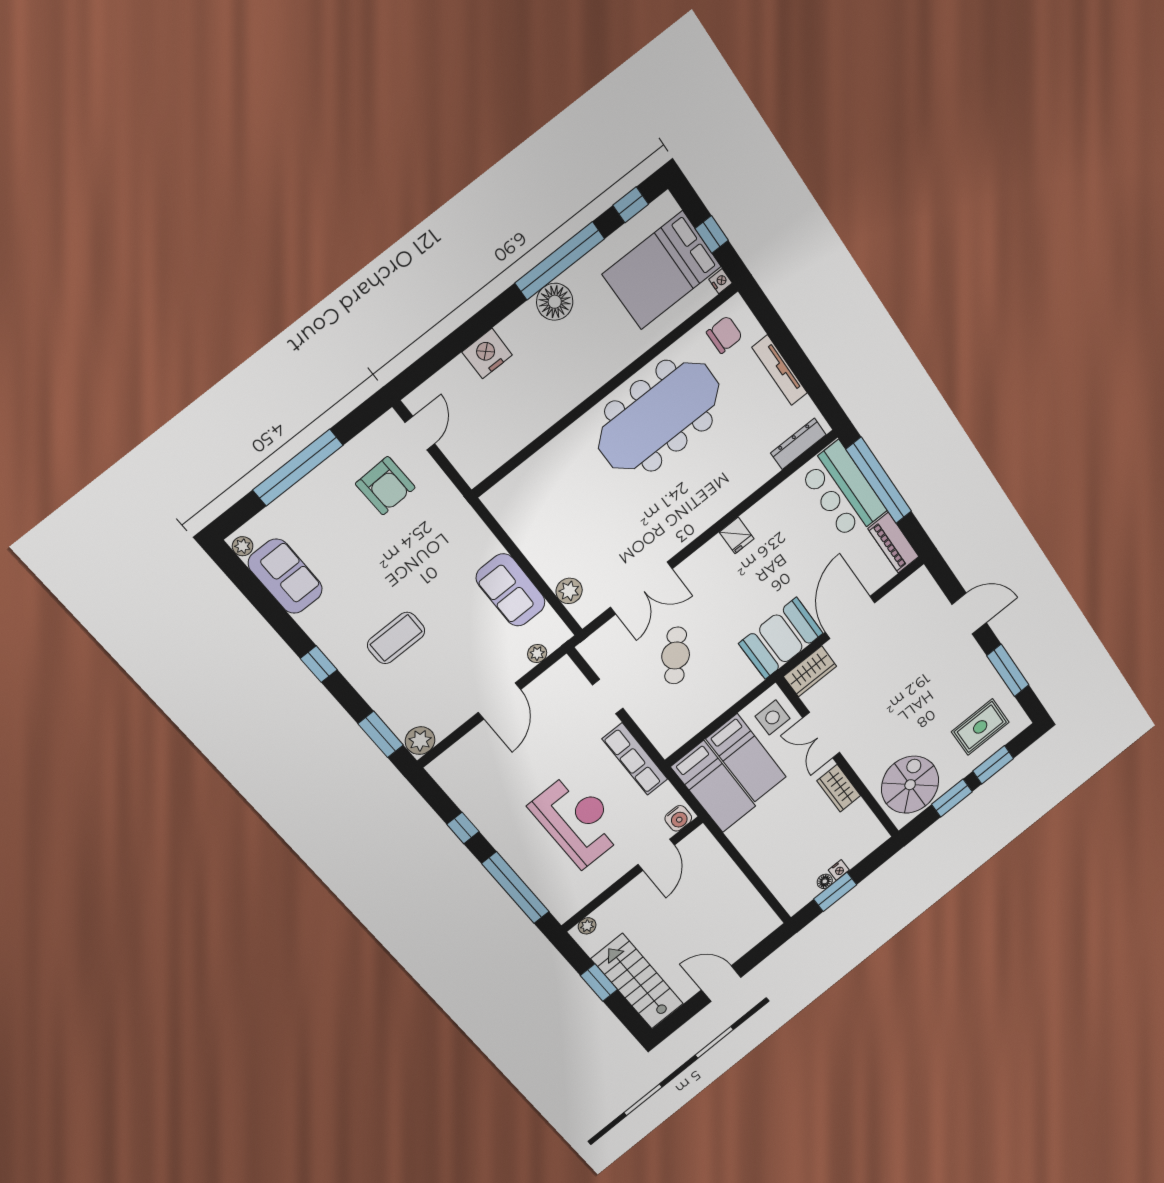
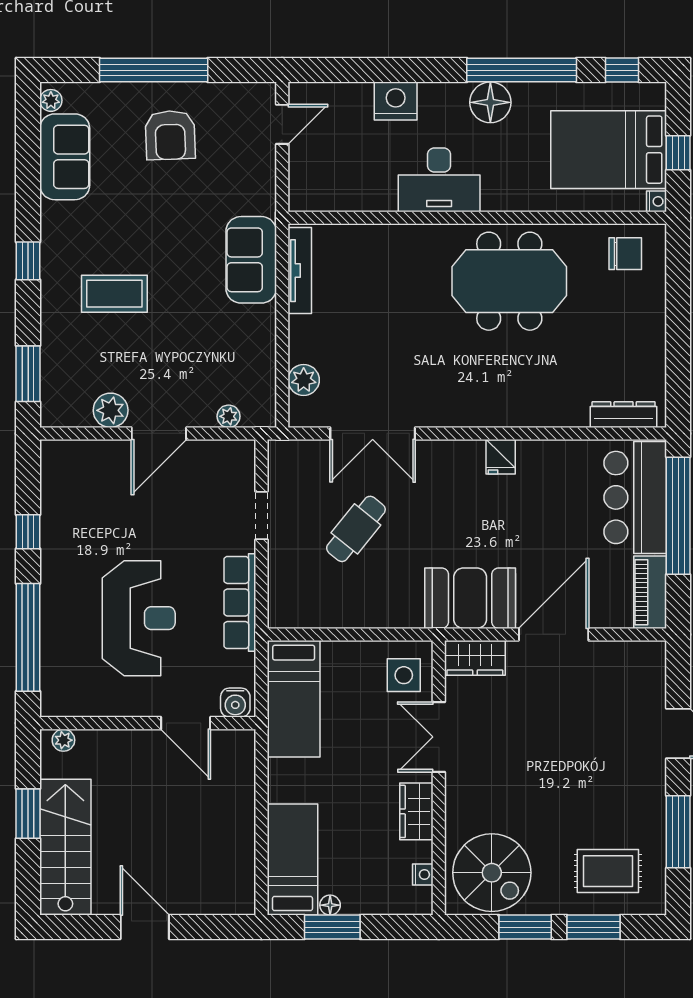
tv unit: (780, 370) -> (300, 271), moved, turned 180
desk: (559, 385) -> (439, 180), added
meeting table: (659, 416) -> (509, 281), width x0.73
armchair: (385, 486) -> (170, 135), moved
sofa: (511, 590) -> (251, 260), moved
plant: (420, 741) -> (111, 410), moved
bed: (746, 758) -> (292, 859), moved, turned 180
spiral stairs: (910, 785) -> (492, 873), turned 90
door: (656, 855) -> (186, 723), hinge flipped
nightstand: (839, 870) -> (423, 875), moved, turned -90

